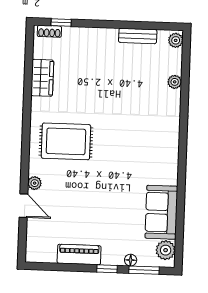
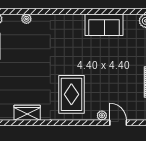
door: (23, 206) -> (118, 123), hinge flipped
sofa: (161, 212) -> (104, 25), moved

